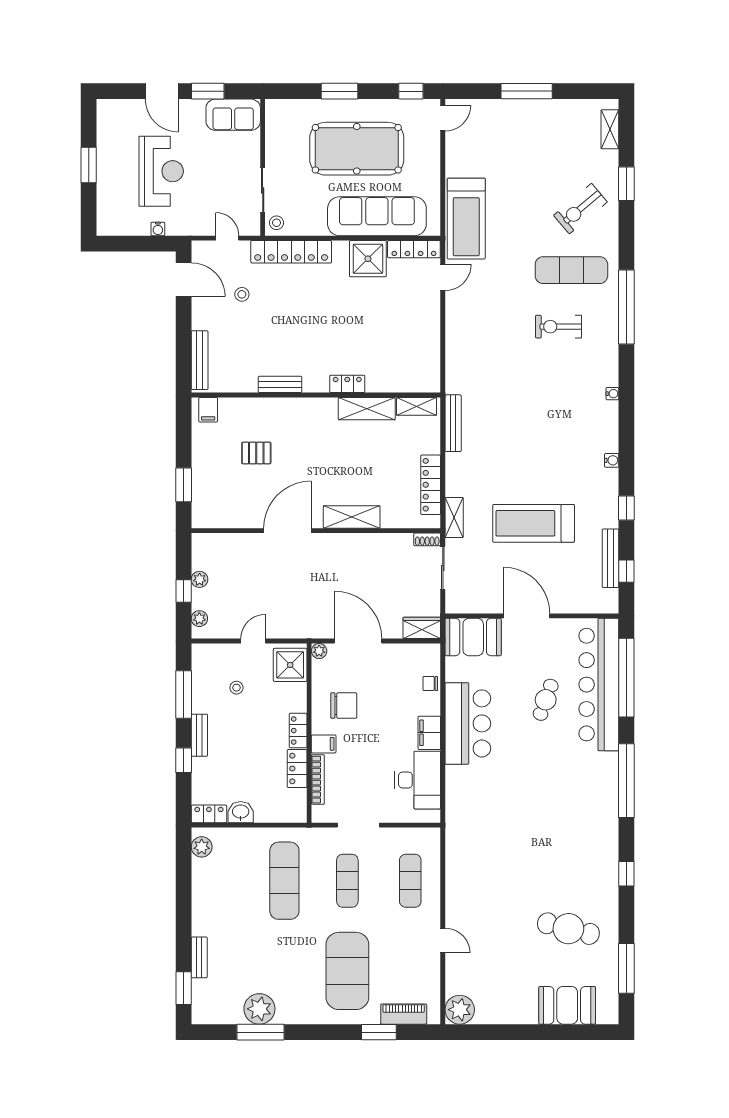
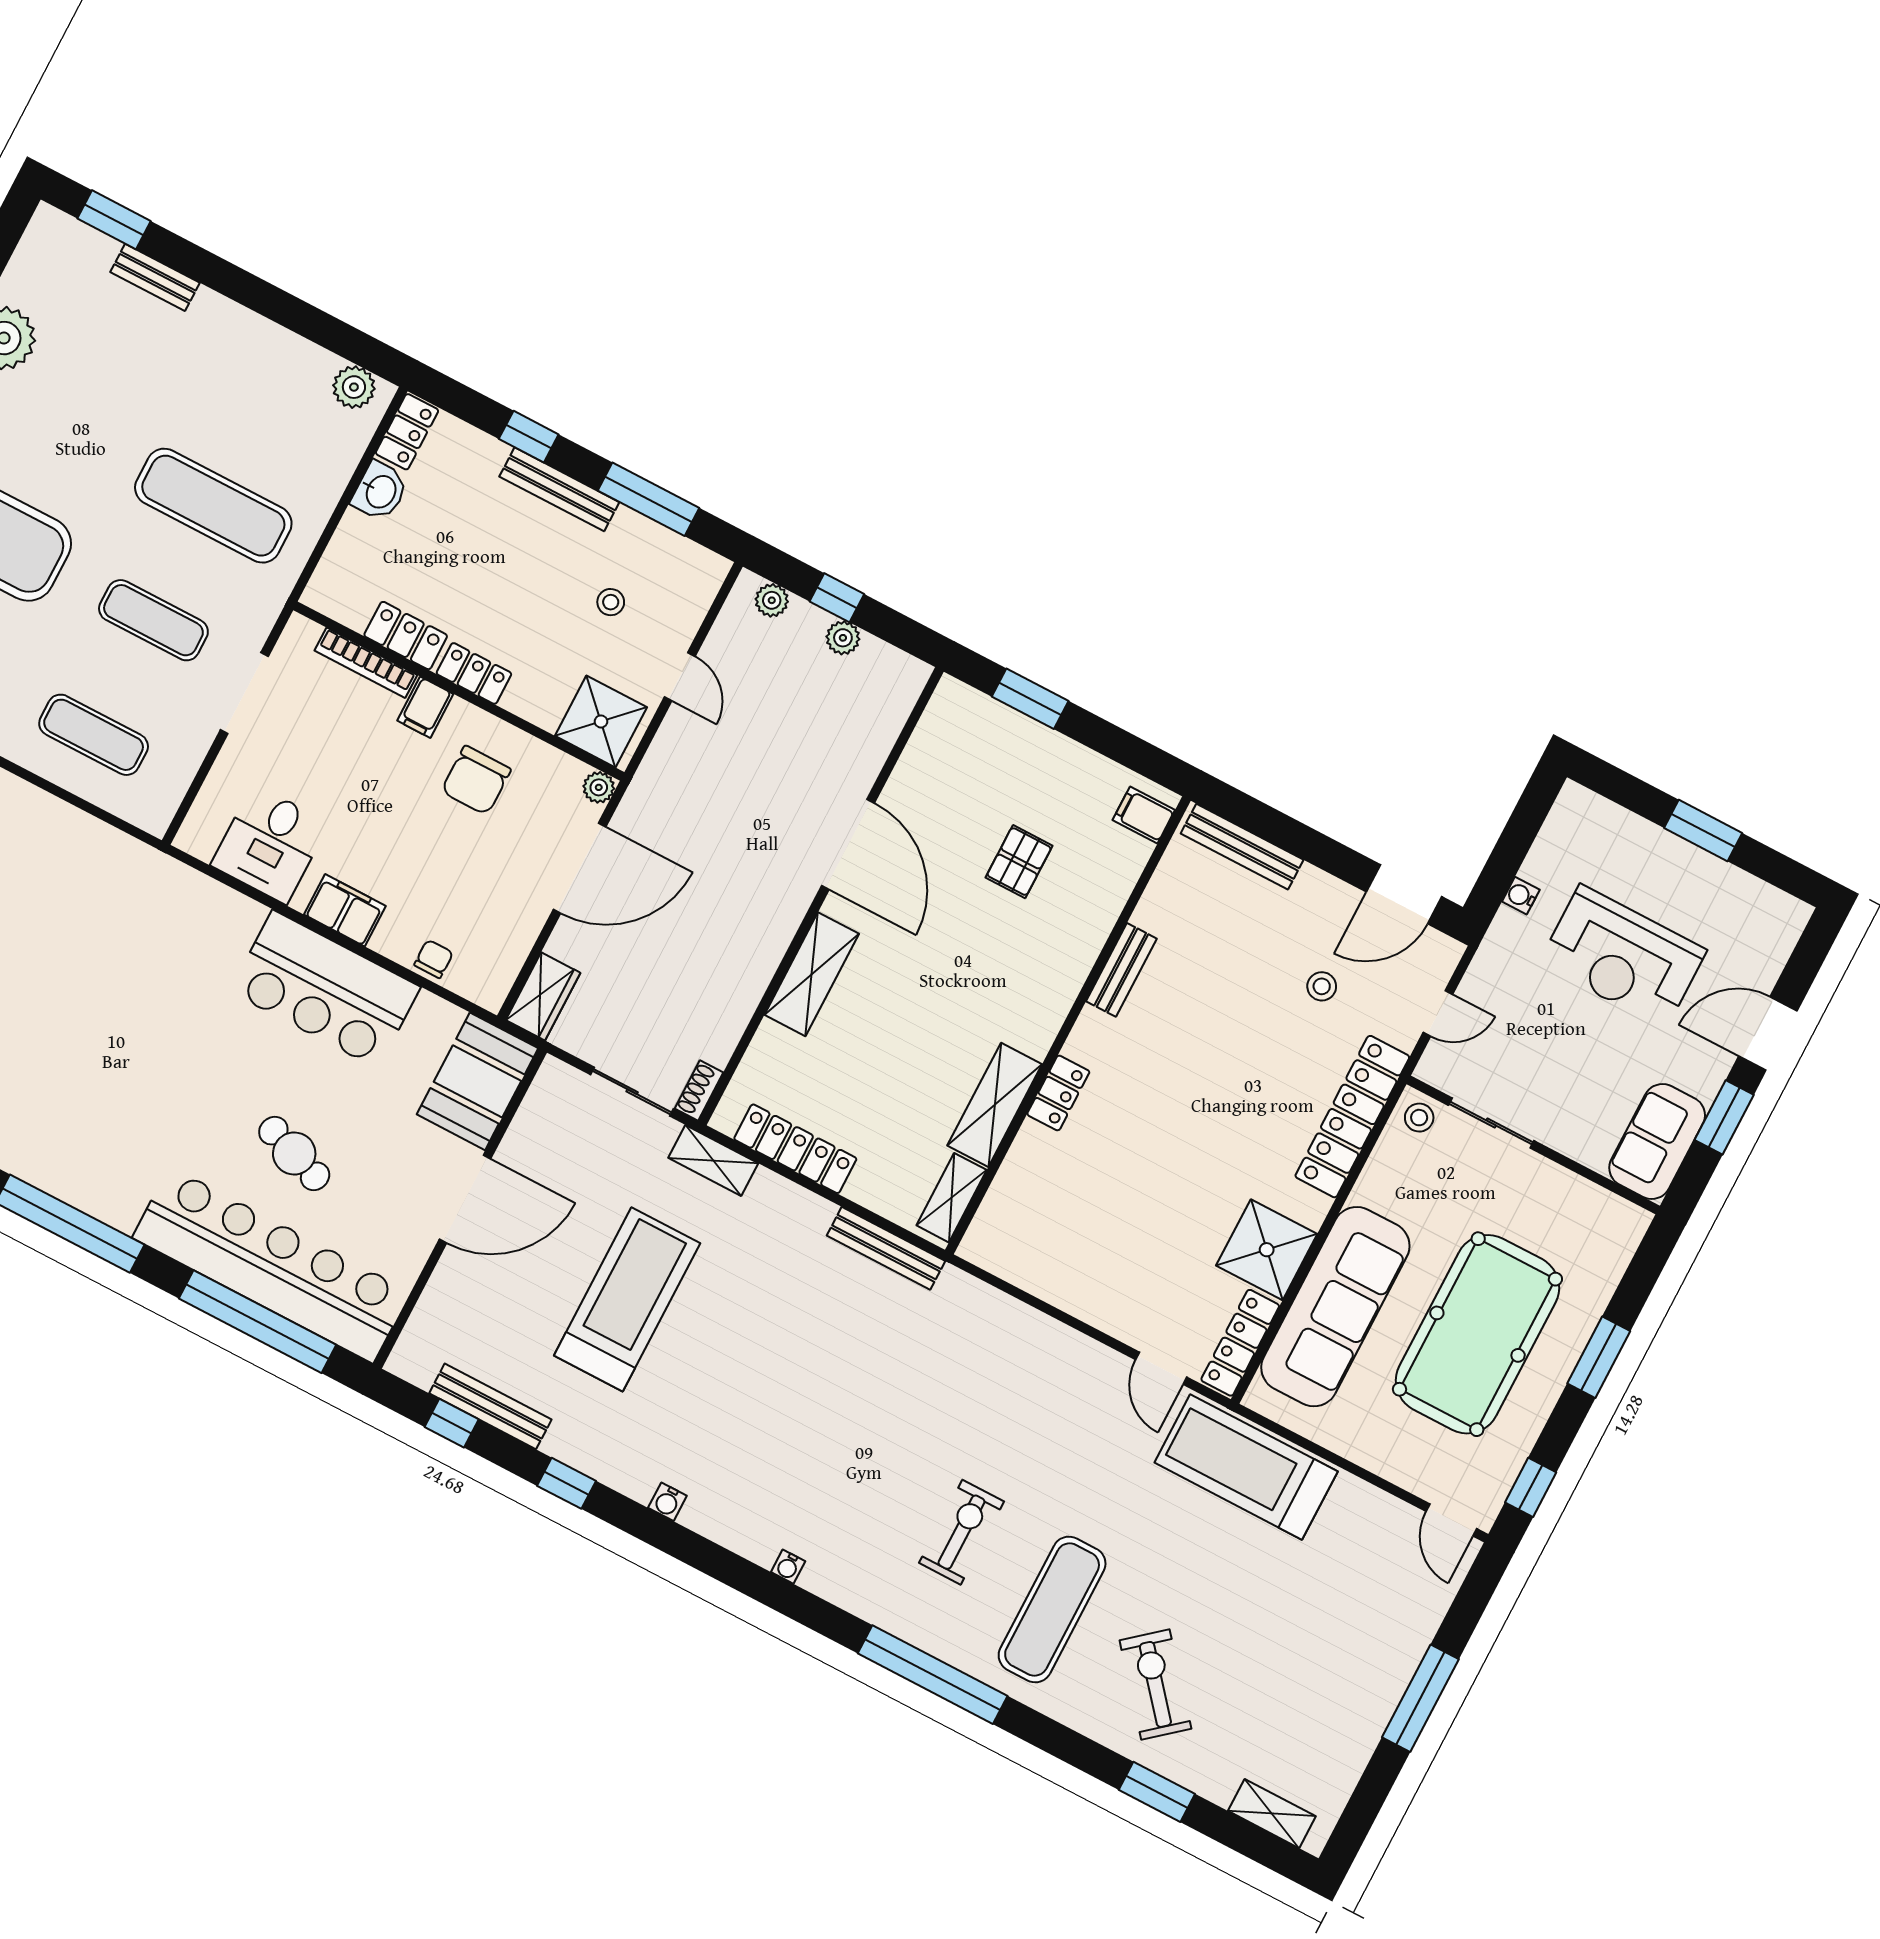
bench: (199, 735) -> (559, 489), width x1.36
desk: (418, 780) -> (270, 844), width x0.73

